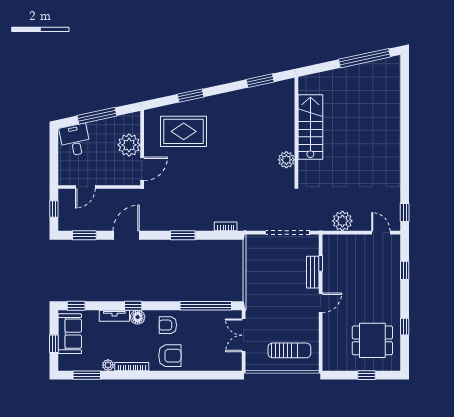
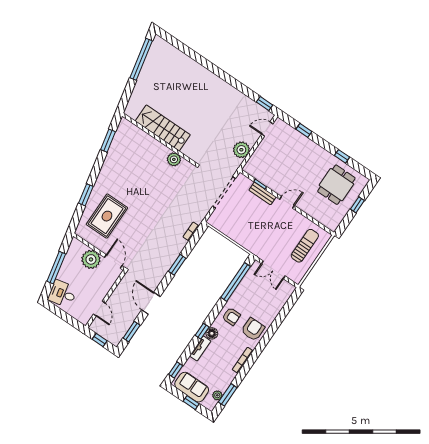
door: (321, 303) -> (287, 202), hinge flipped
armchair: (168, 325) -> (231, 317), turned -90
plant: (108, 365) -> (217, 395), moved

